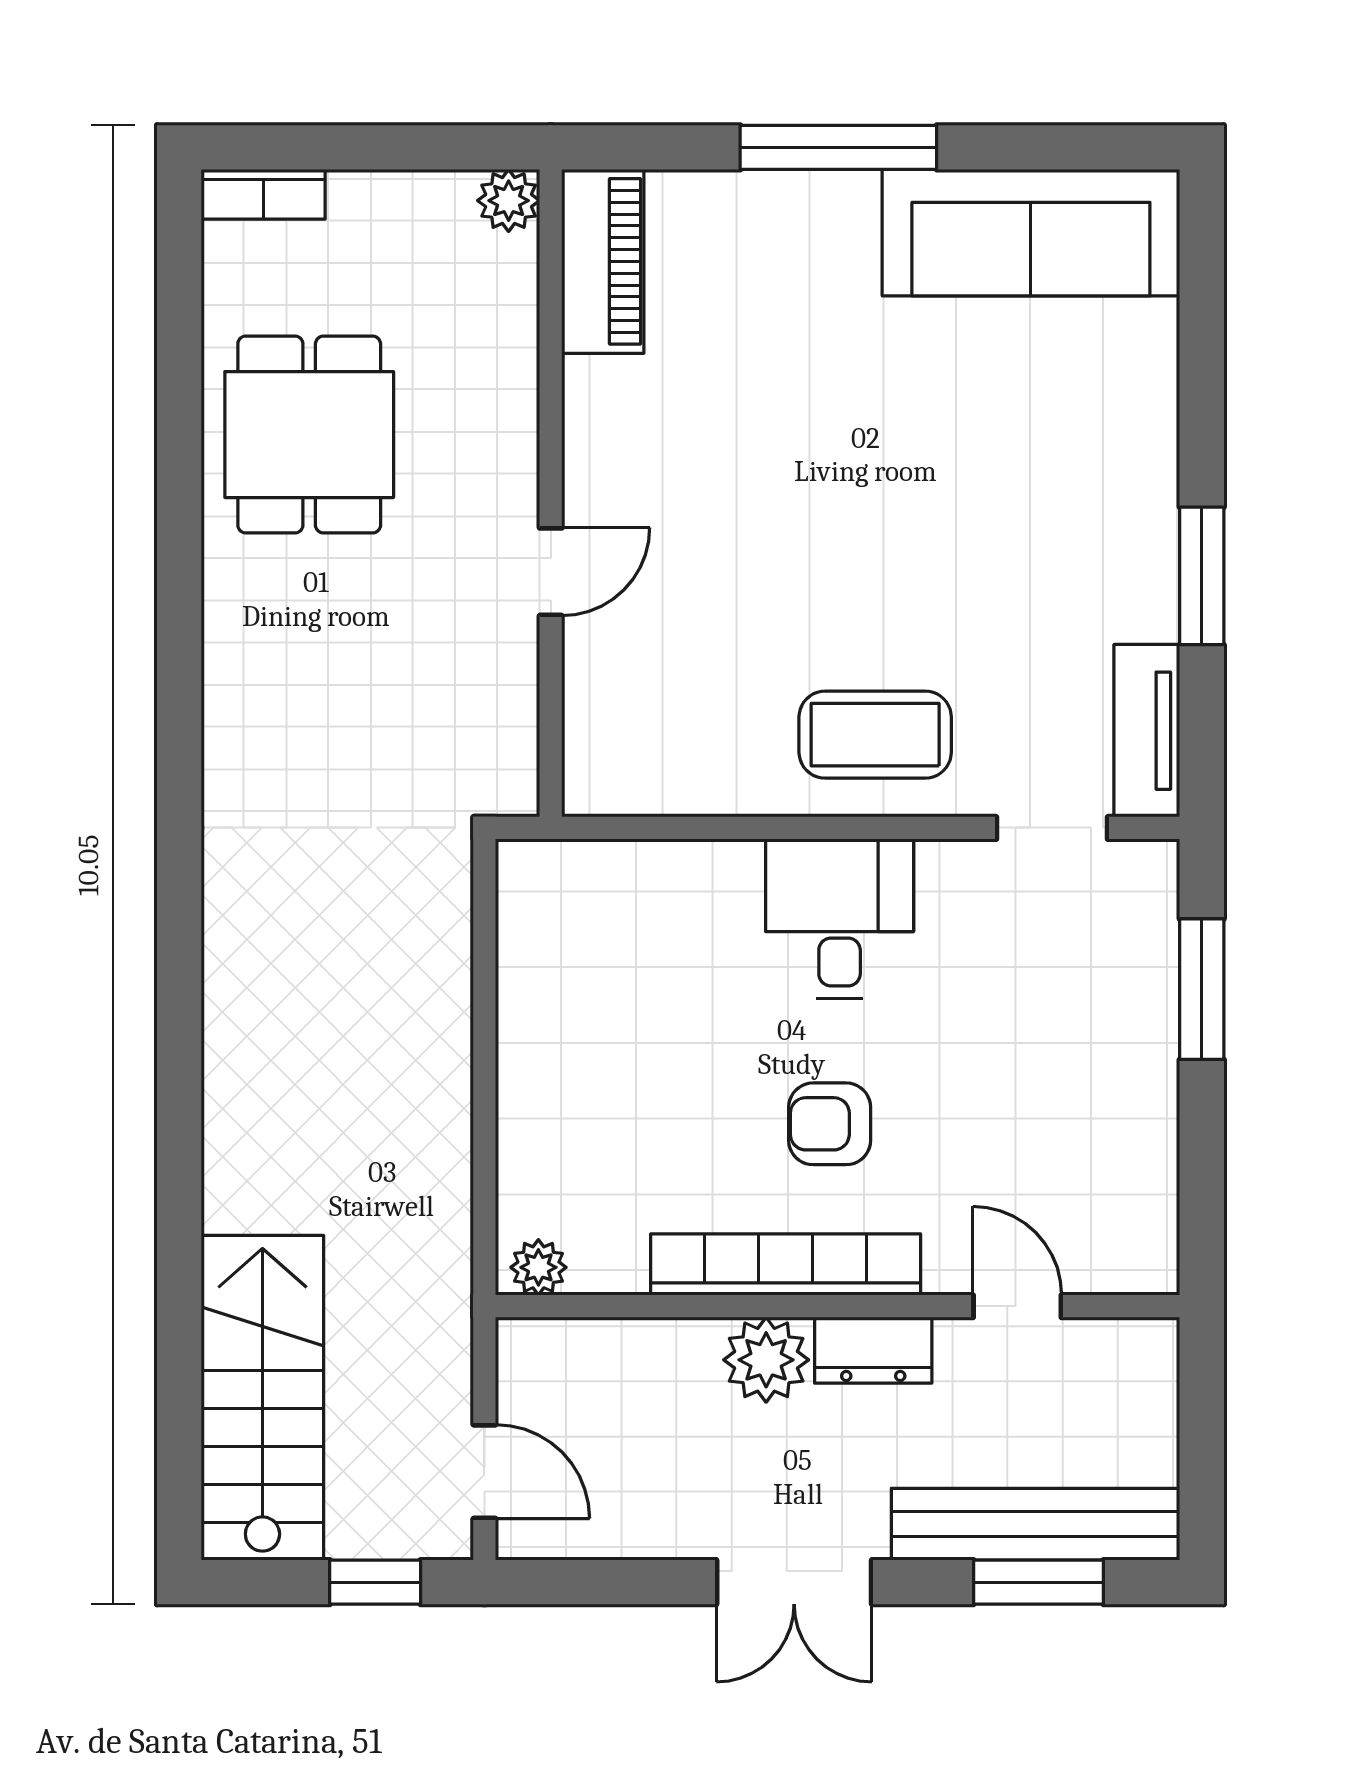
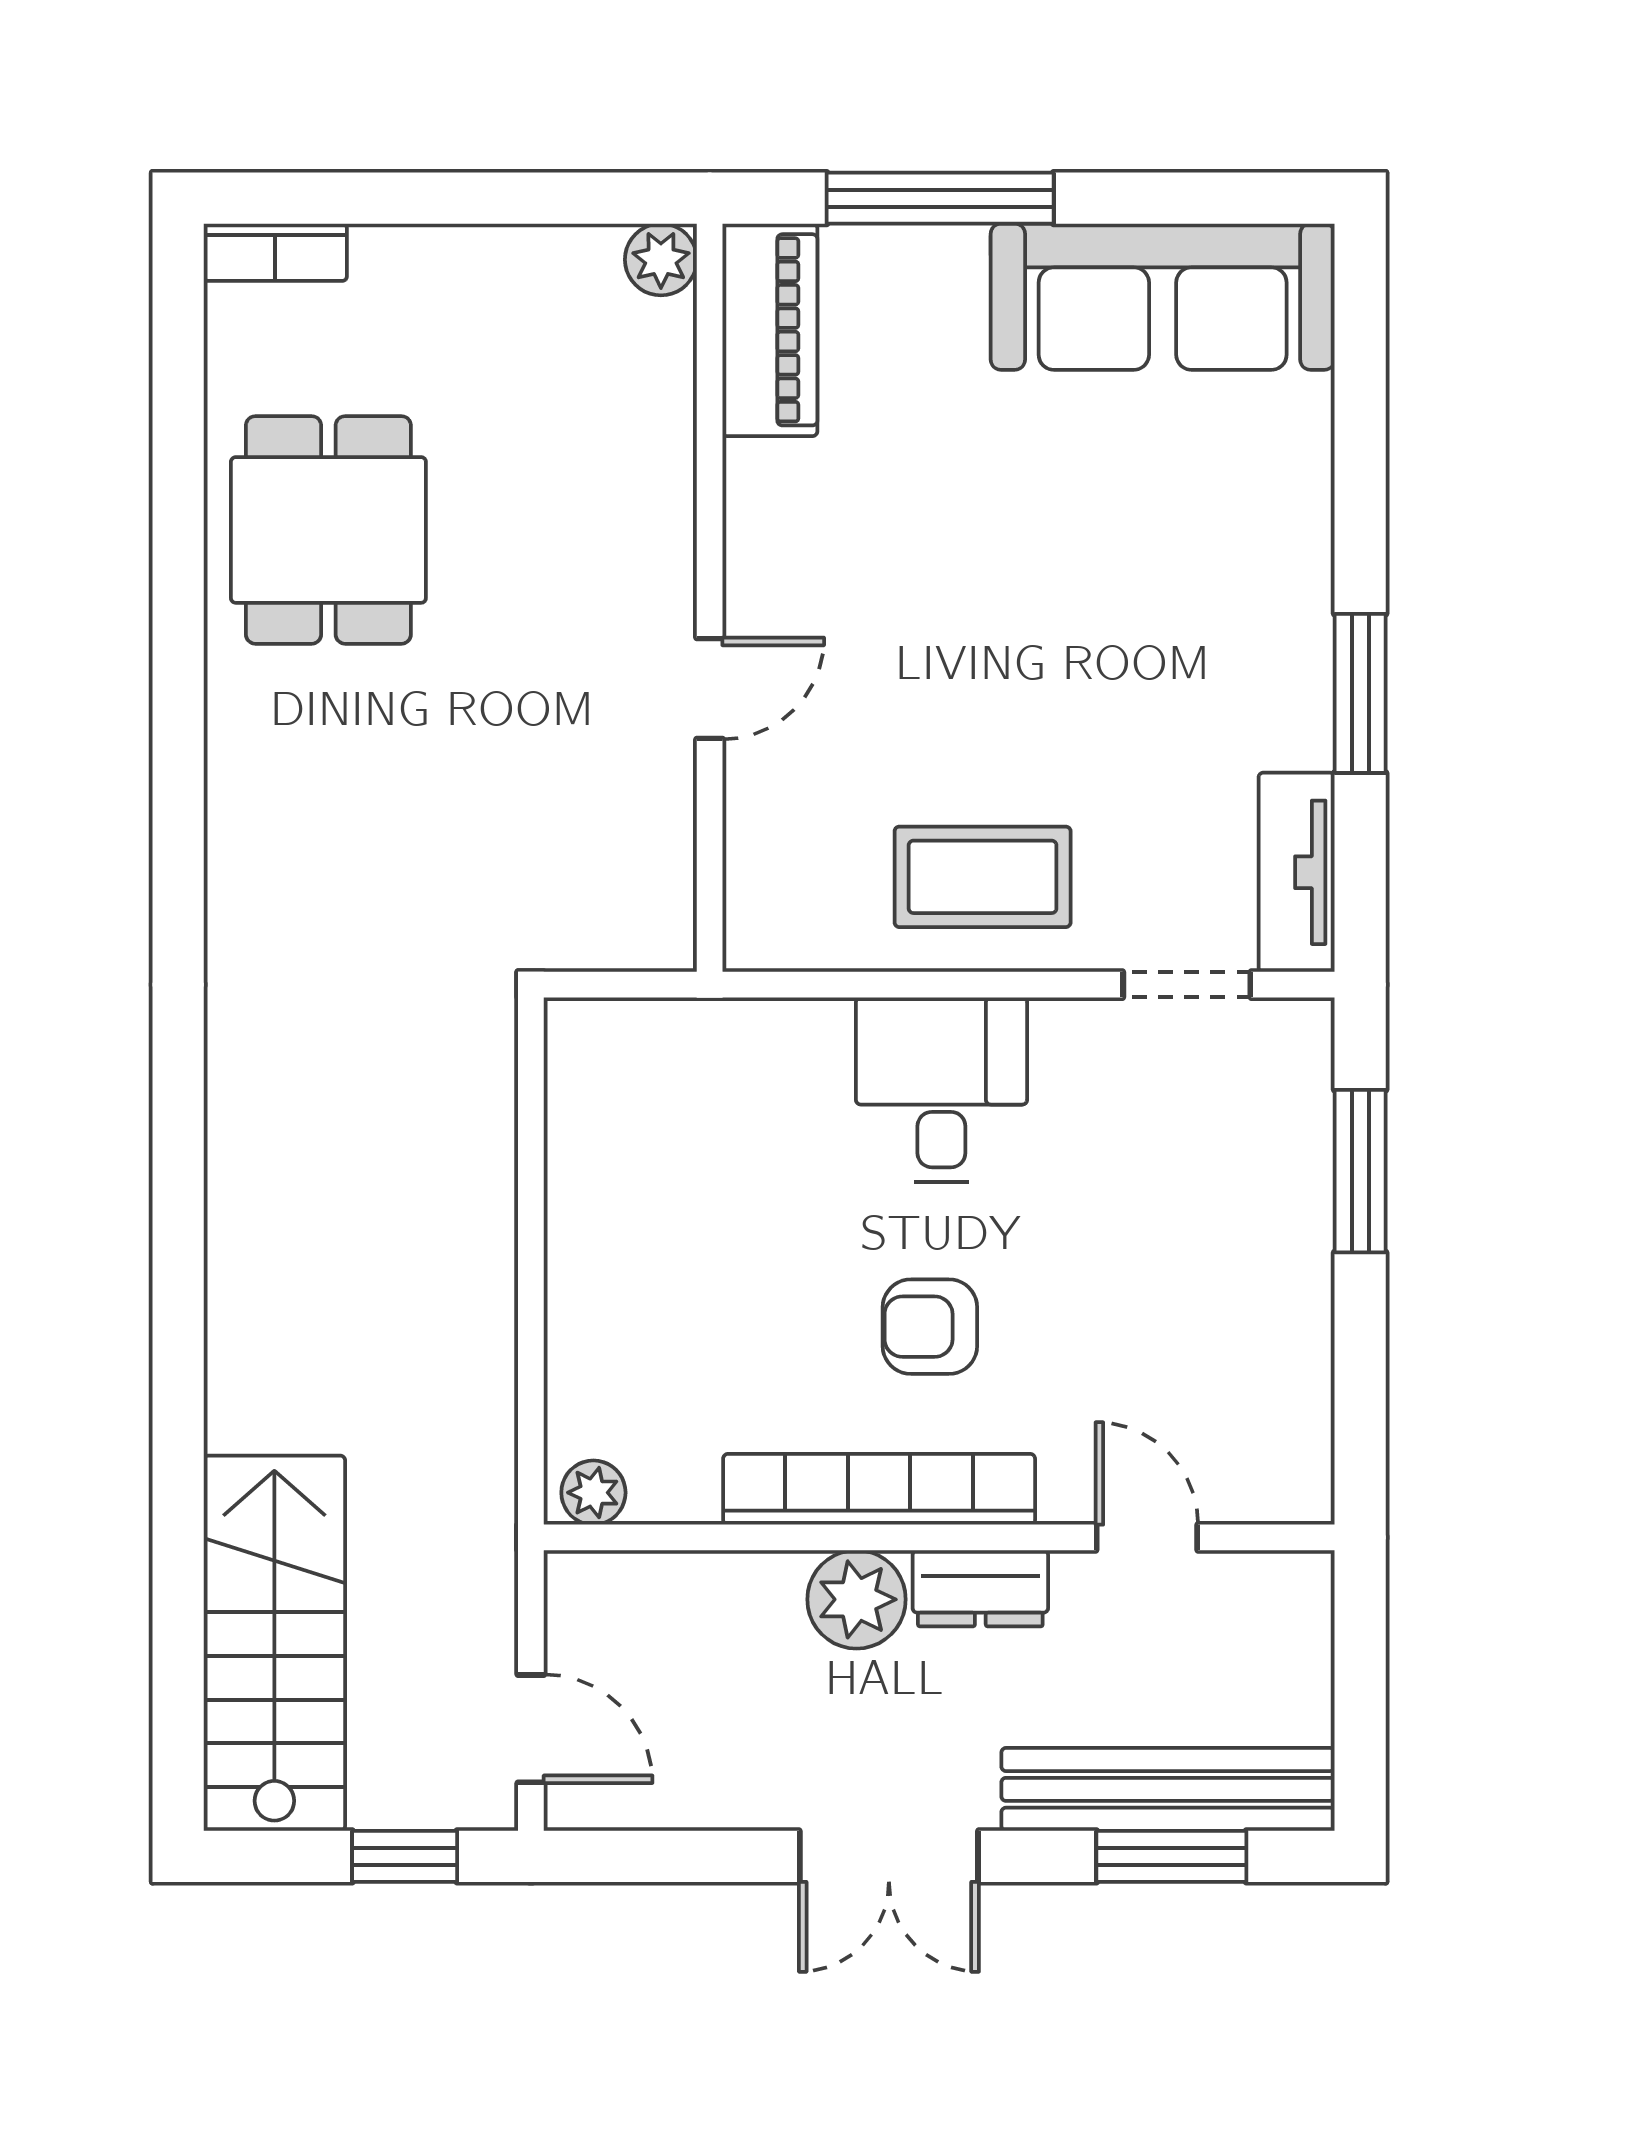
plant: (509, 201) -> (661, 260), moved
piano: (603, 261) -> (770, 330), moved
wall: (551, 493) -> (710, 598), moved
door: (551, 572) -> (710, 688), moved

